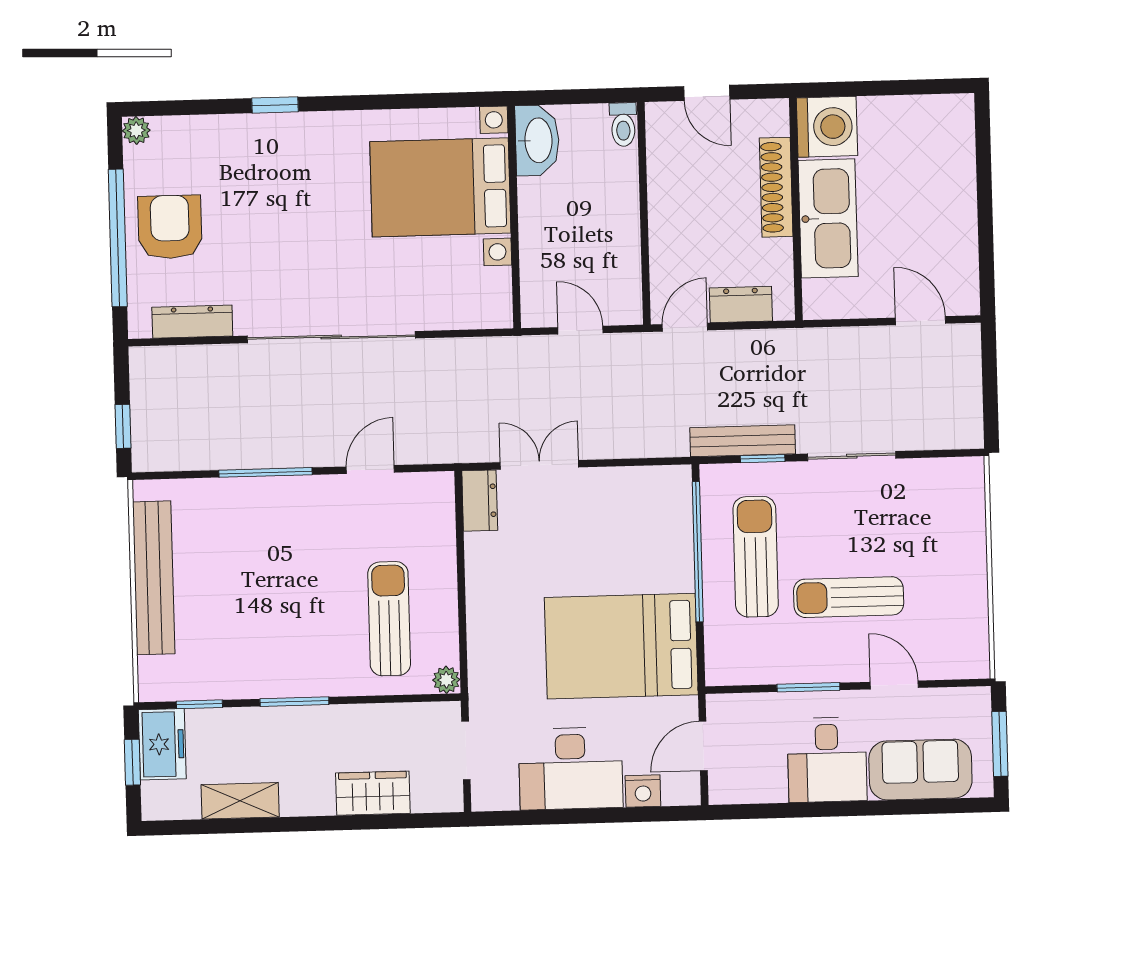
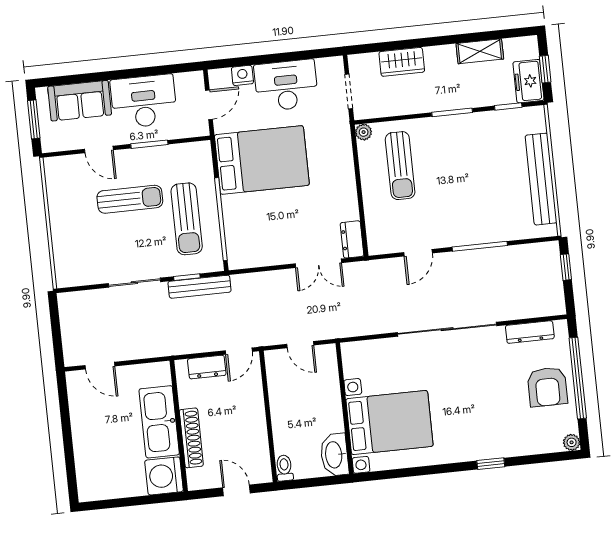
desk: (827, 760) -> (144, 101), width x1.37

